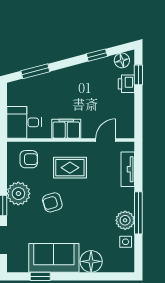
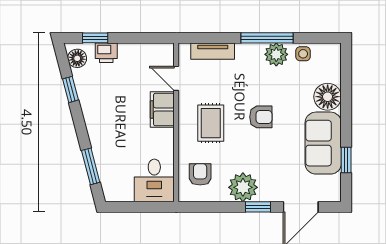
filing cabinet: (66, 129) -> (162, 110), moved
armchair: (52, 202) -> (261, 117), moved, turned -74

